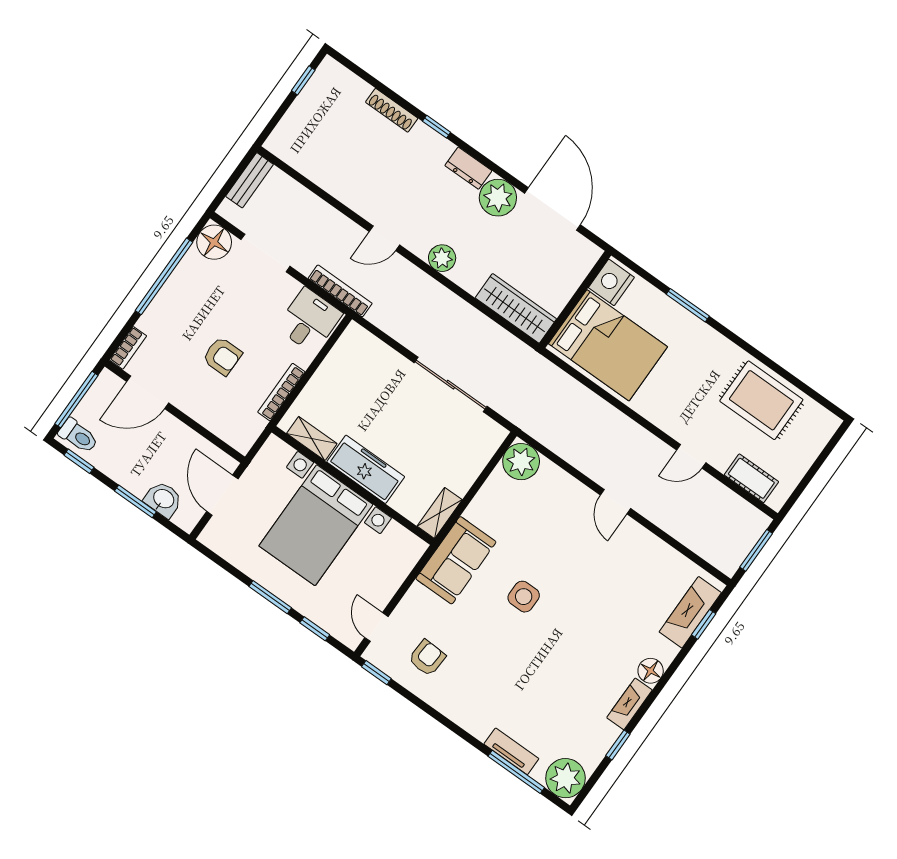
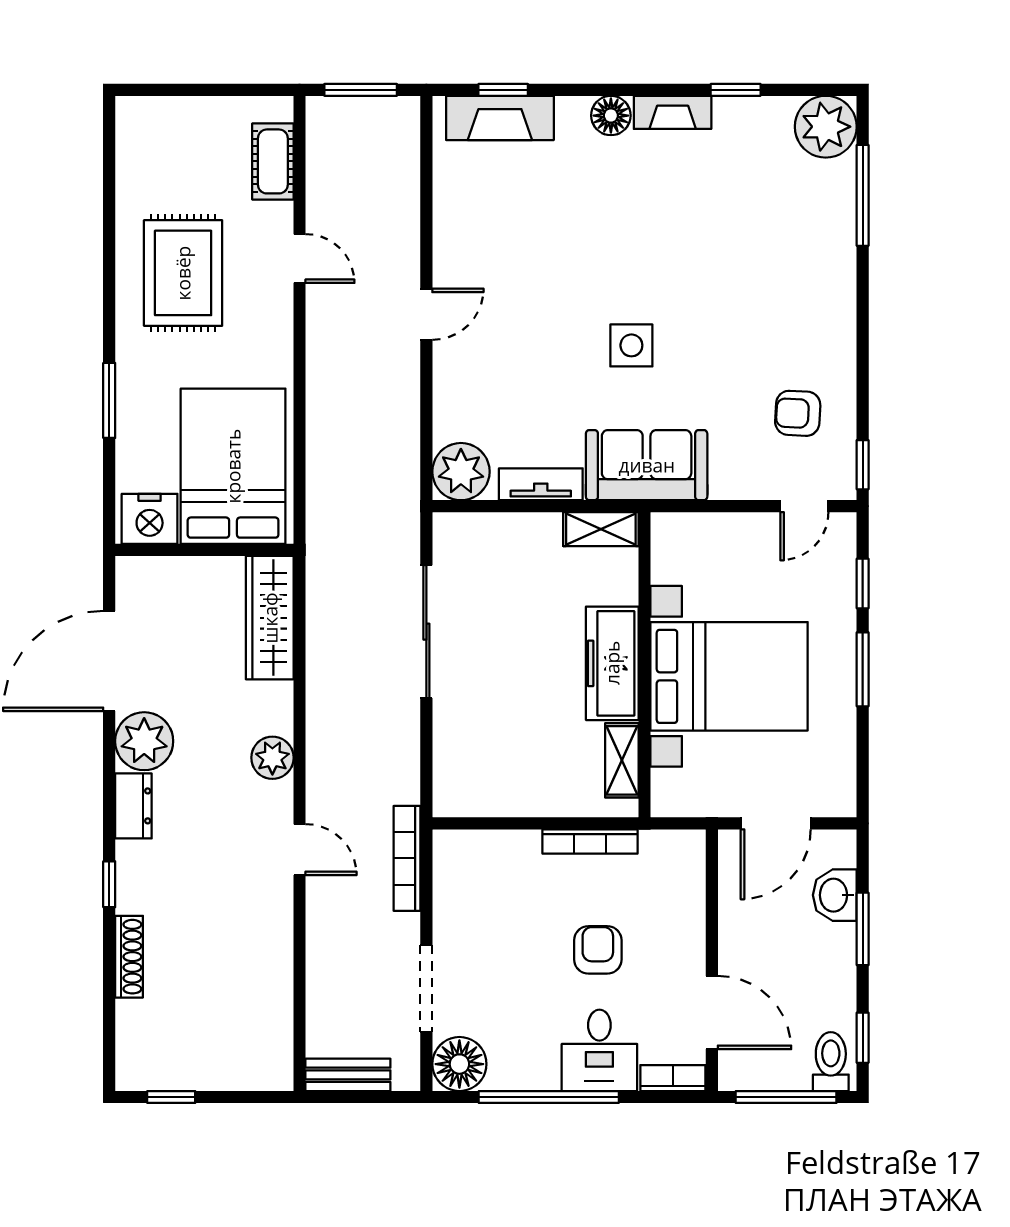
desk: (309, 320) -> (599, 1050), moved, turned -90
rug: (761, 400) -> (183, 273), moved
tv unit: (511, 751) -> (541, 484), moved, turned 90

